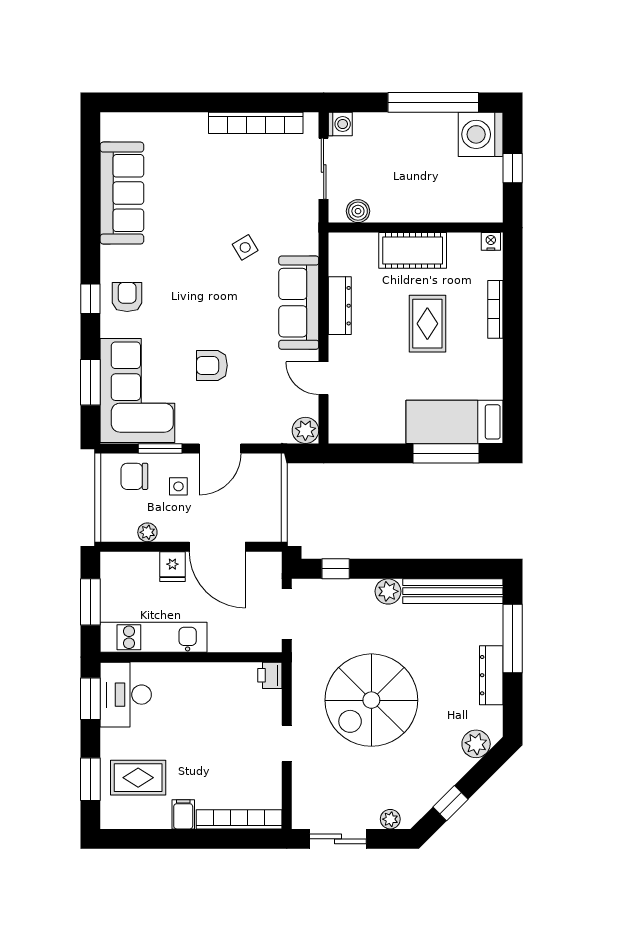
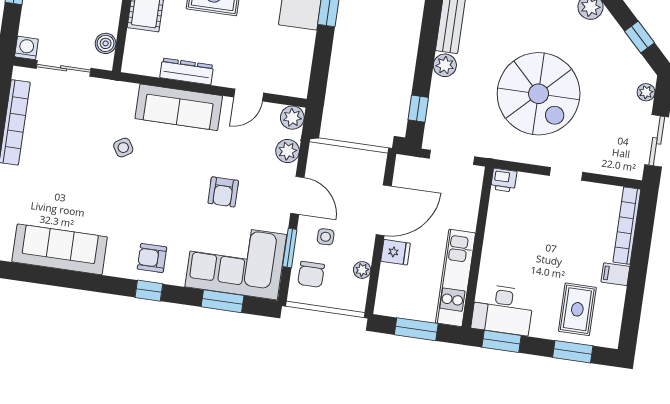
plant: (268, 430) -> (288, 151), added

